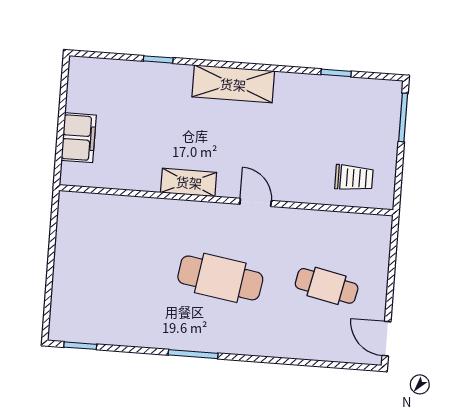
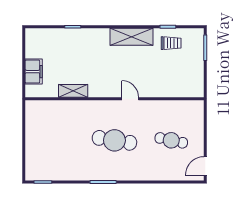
shelving: (233, 84) -> (132, 37), moved
trolley: (354, 178) -> (171, 43), moved
shelving: (189, 182) -> (73, 91), moved
door: (387, 339) -> (205, 166), hinge flipped

